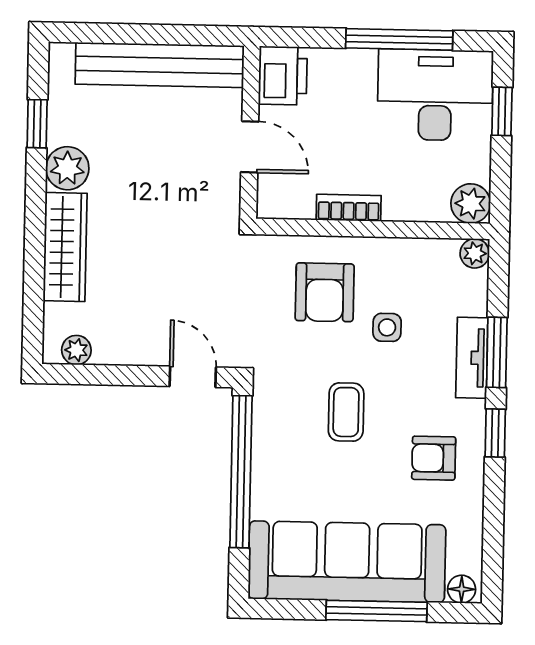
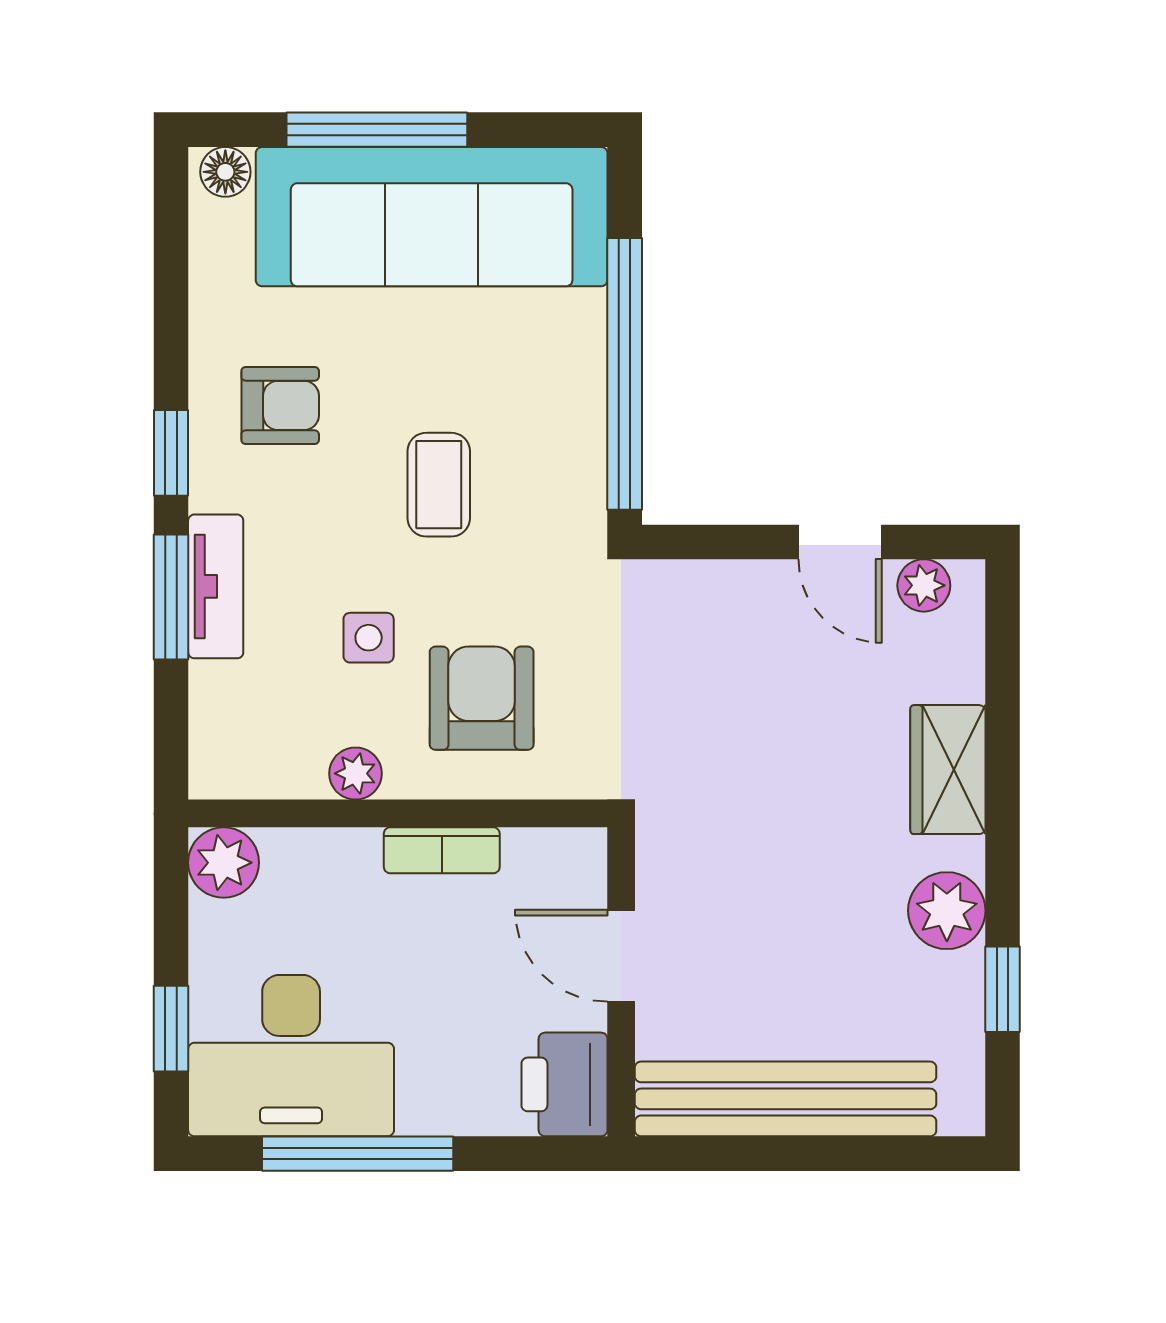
wardrobe: (65, 247) -> (948, 770), width x0.67
plant: (475, 253) -> (355, 773), moved
door: (193, 377) -> (840, 542), moved

